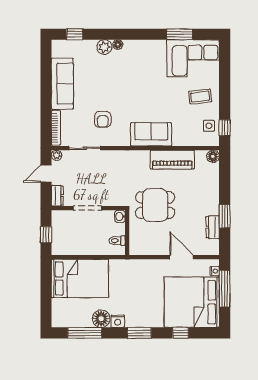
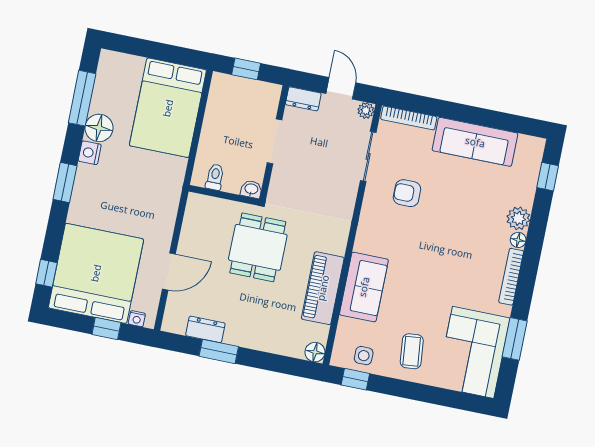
bookcase: (141, 44) -> (511, 277), added
sofa: (151, 134) -> (364, 287), moved
window: (225, 289) -> (106, 329), width x0.46
window: (181, 333) -> (46, 273), moved

